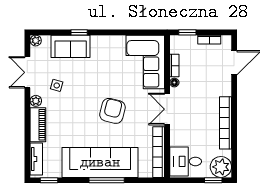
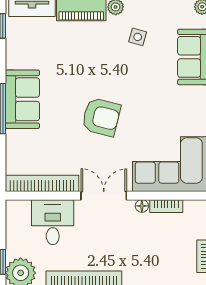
desk: (186, 161) -> (53, 222), moved
sofa: (100, 162) -> (22, 99), width x0.54, depth x0.79

